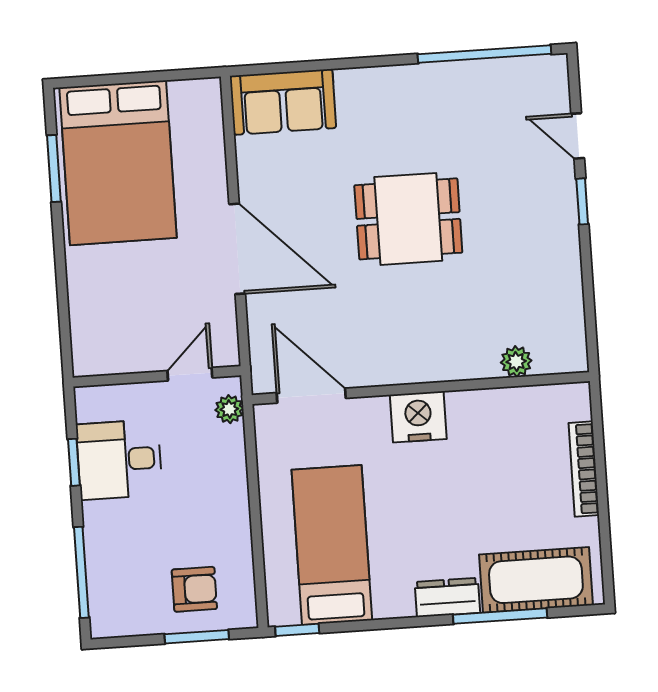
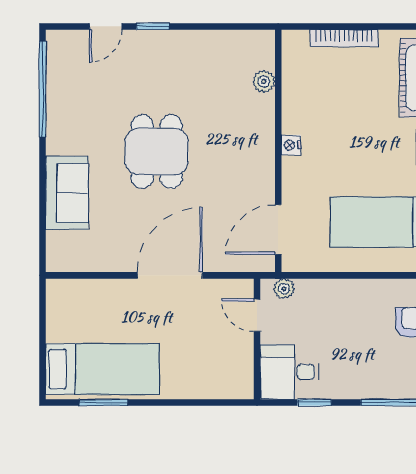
sofa: (283, 102) -> (67, 193), moved
bed: (118, 163) -> (102, 369), width x0.67
nightstand: (418, 417) -> (291, 145), width x0.53, depth x0.56
desk: (119, 460) -> (290, 372), moved, turned 90

